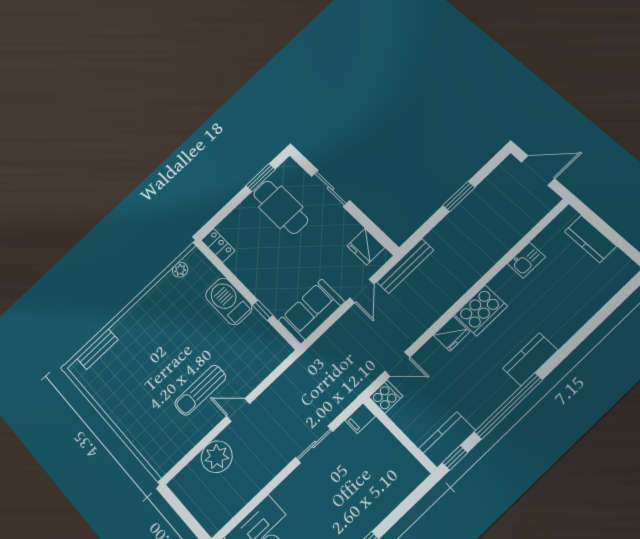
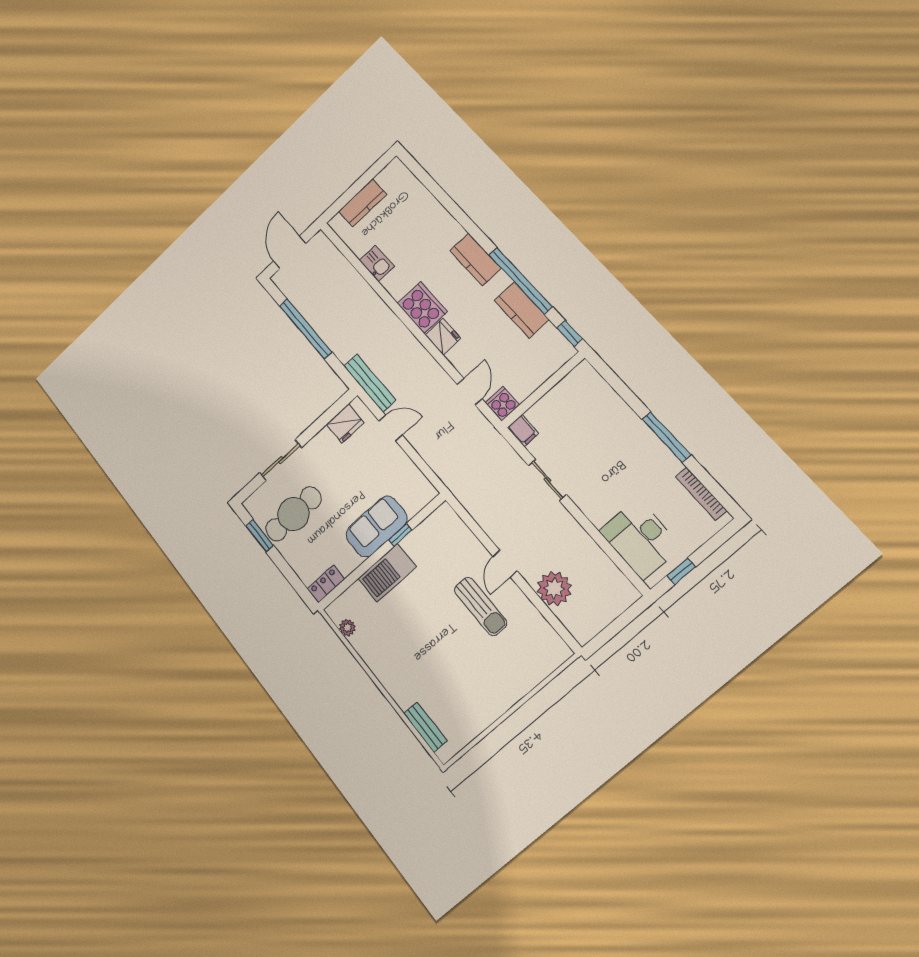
window: (459, 196) -> (306, 329), width x2.11
sofa: (311, 311) -> (376, 526), moved, turned 90
kitchen counter: (447, 440) -> (522, 310), moved

